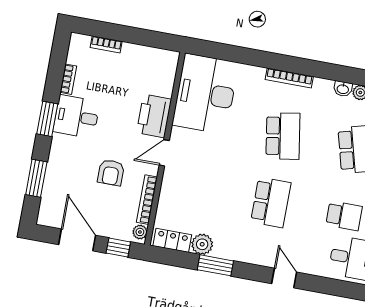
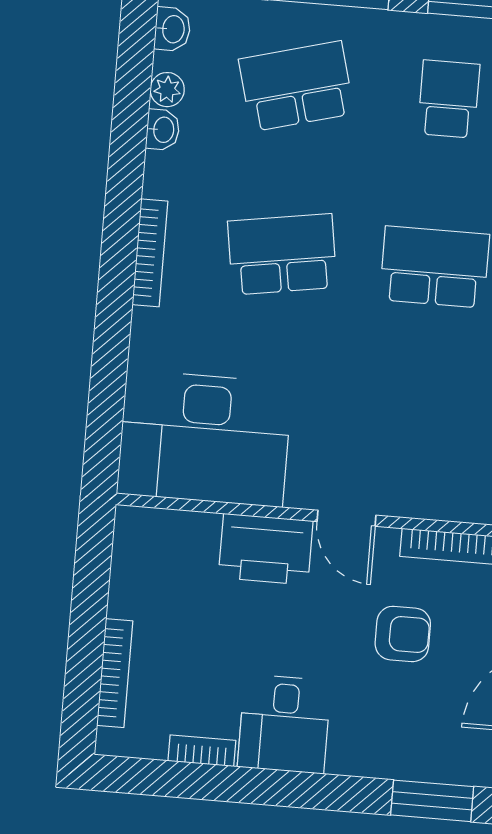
bookcase: (106, 44) -> (115, 673), width x1.56
window: (47, 119) -> (296, 789), removed

